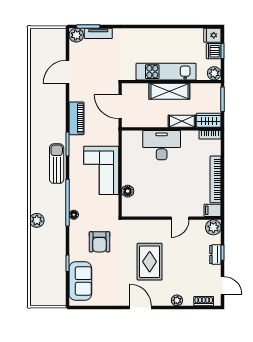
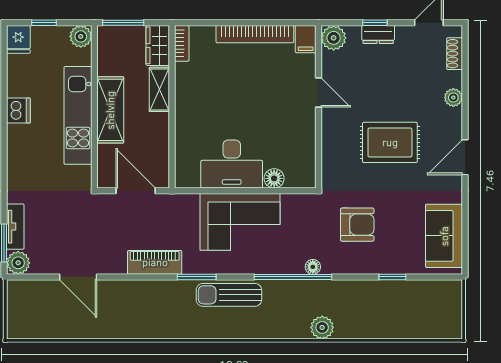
dishwasher: (214, 51) -> (18, 111), moved, turned -90
door: (120, 107) -> (136, 191), swing flipped
desk: (162, 145) -> (232, 164), moved, turned -90
sofa: (80, 281) -> (444, 236), moved, turned -90

